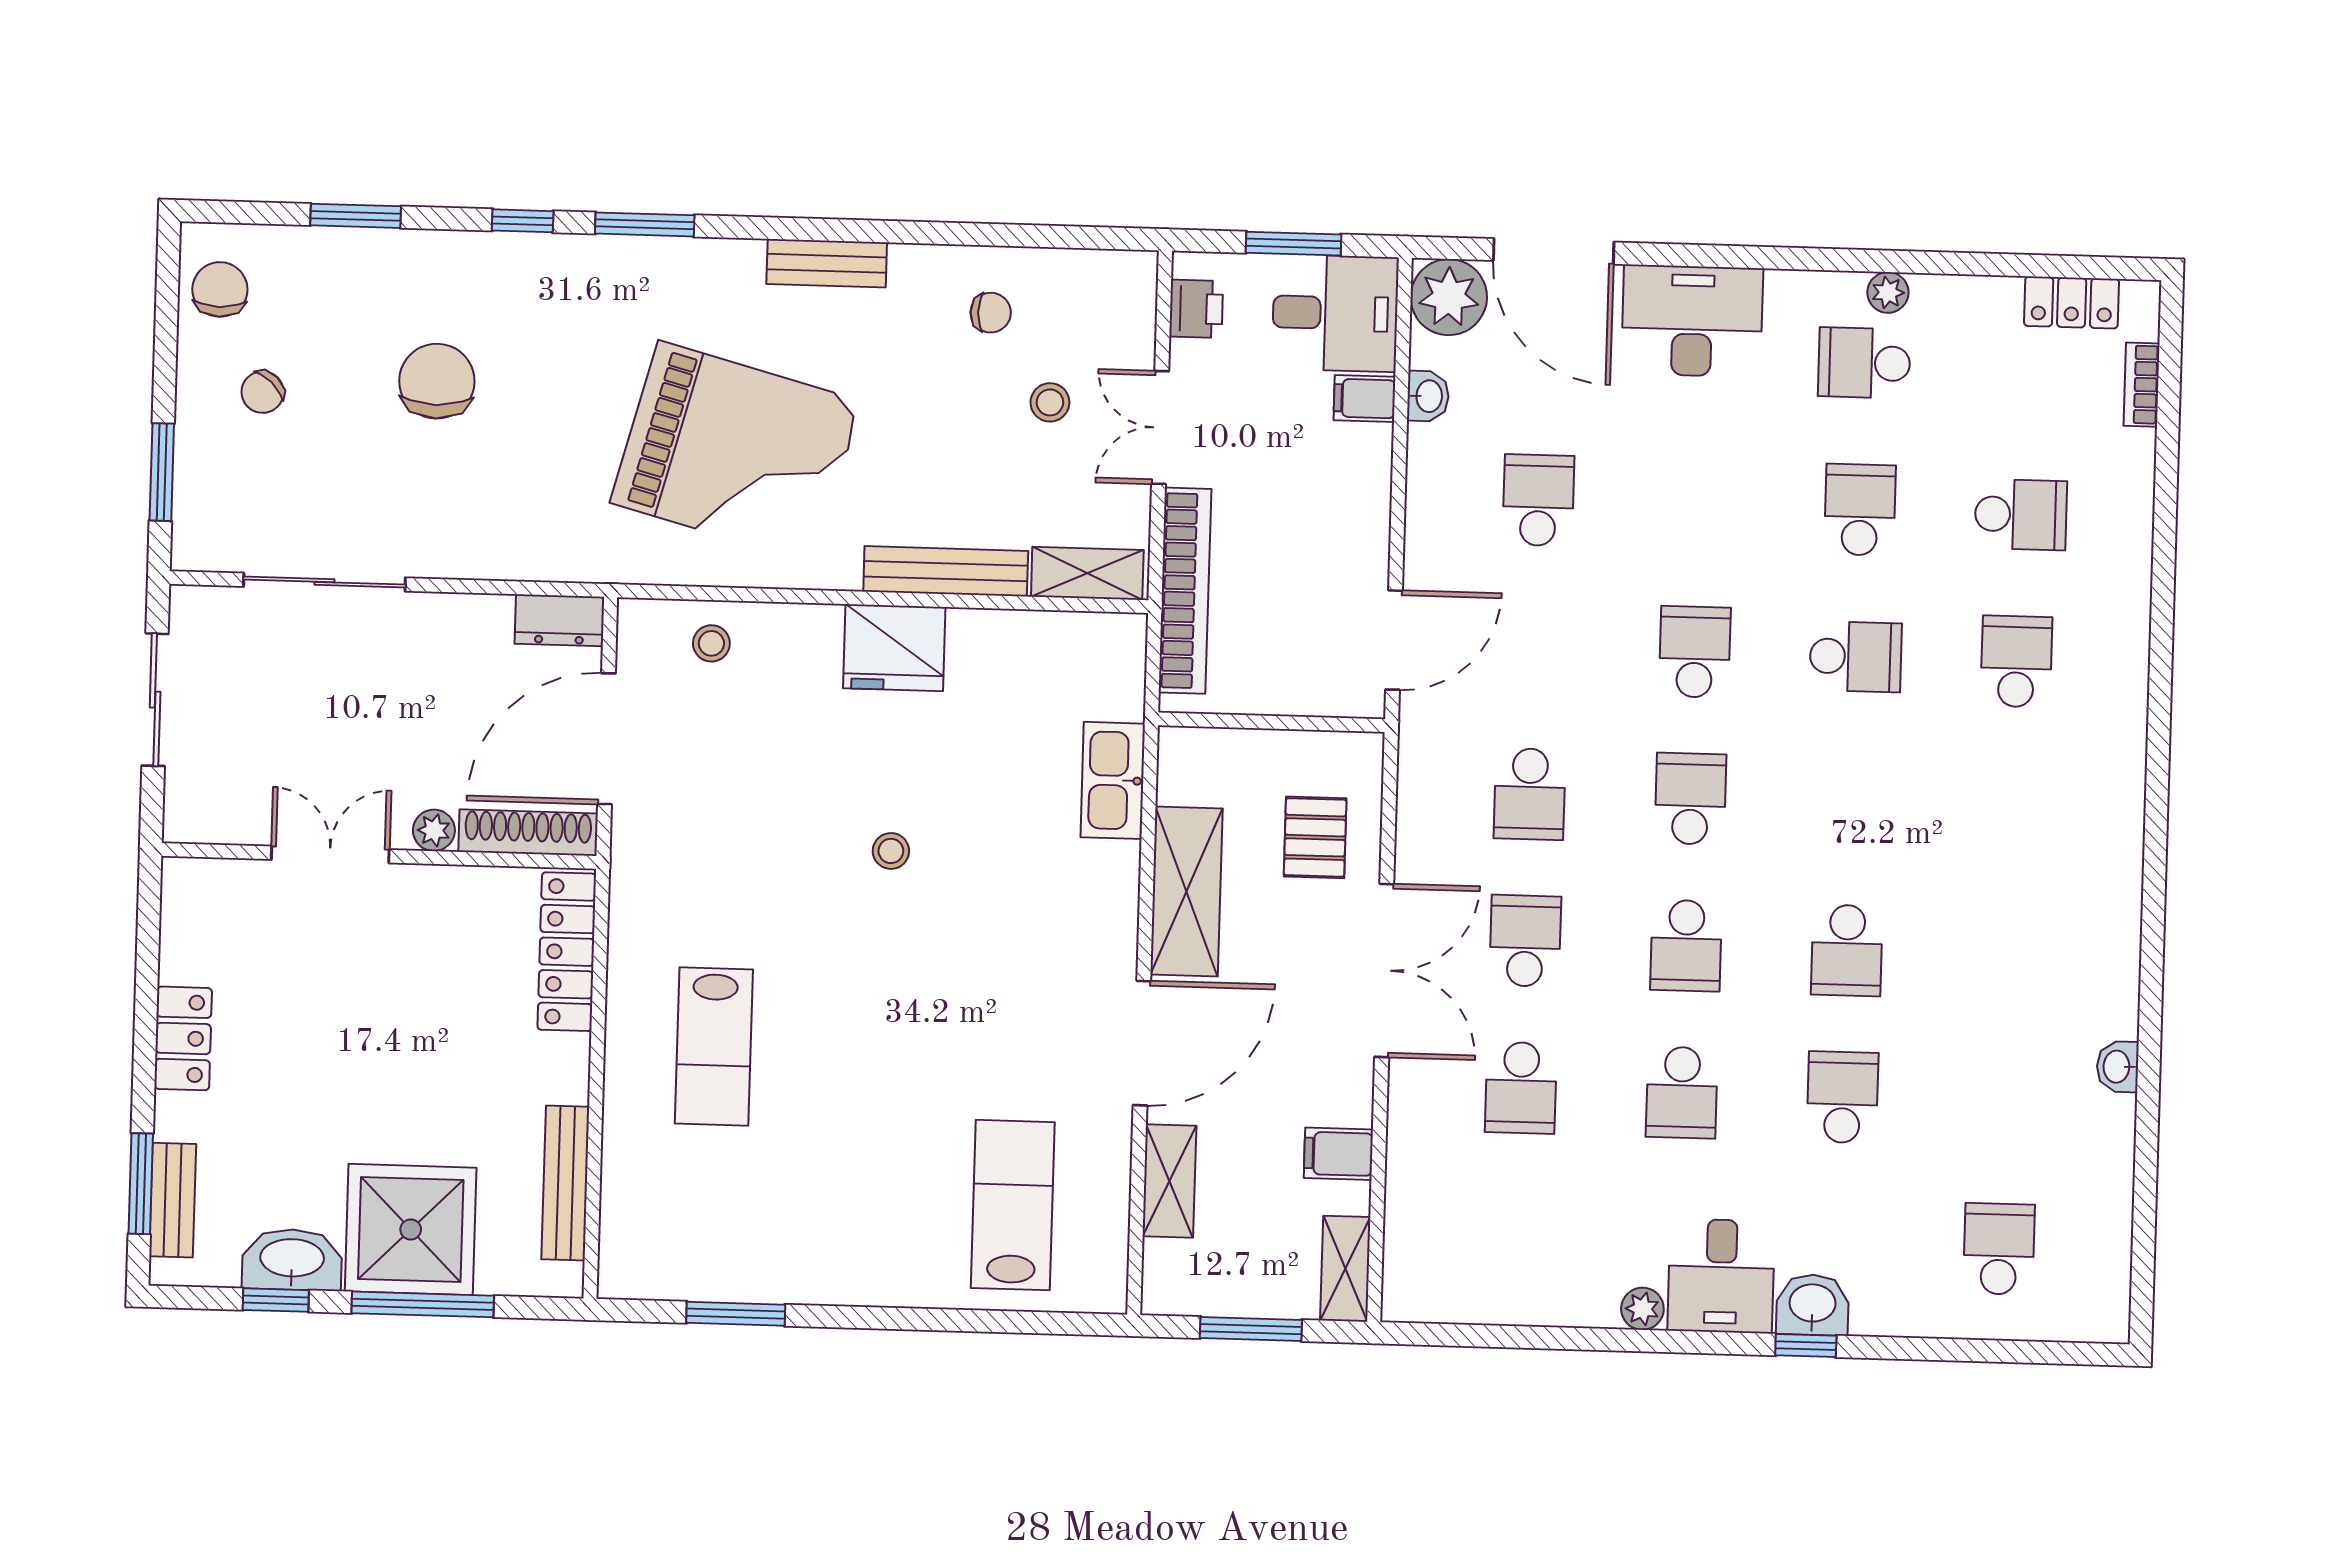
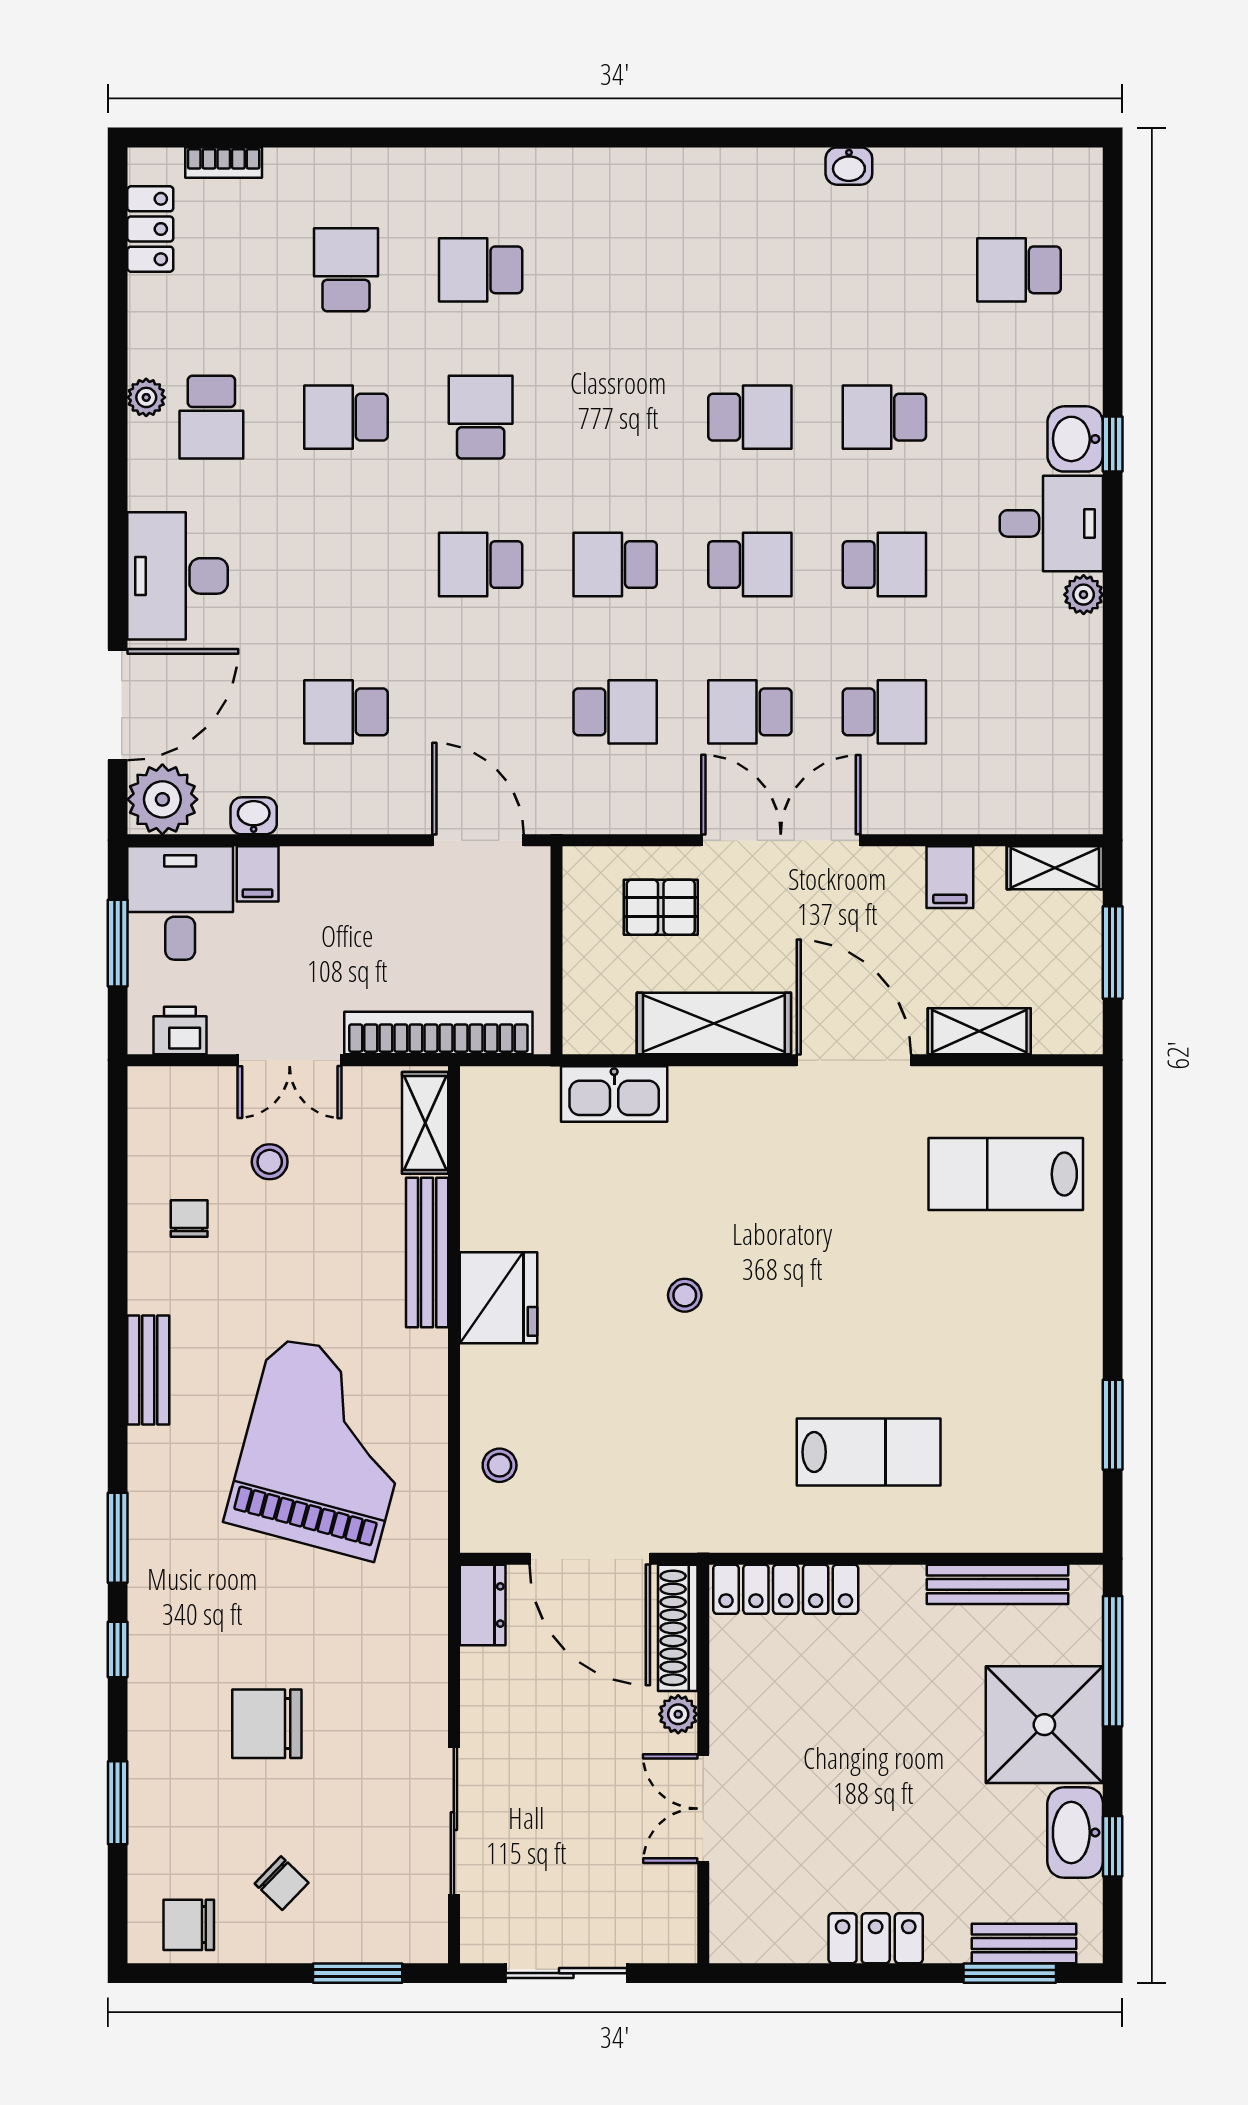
window: (423, 1304) -> (1113, 1661), moved

